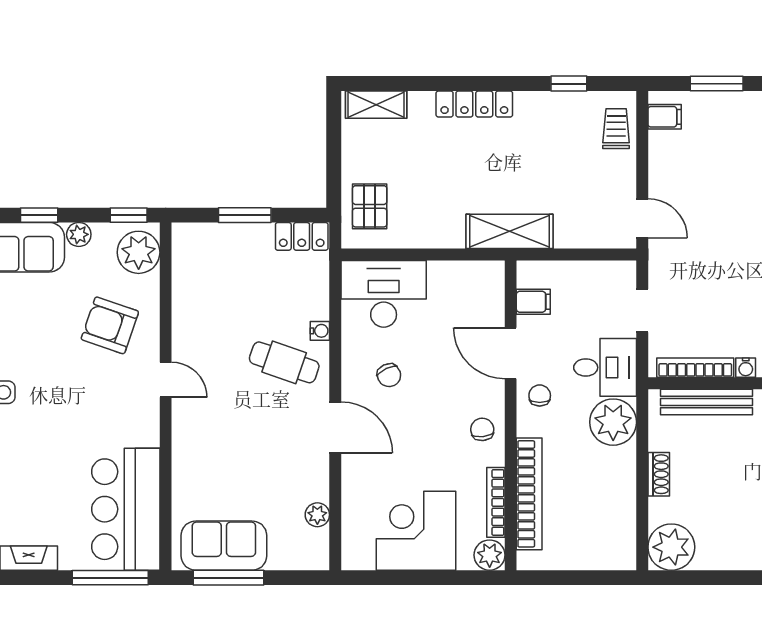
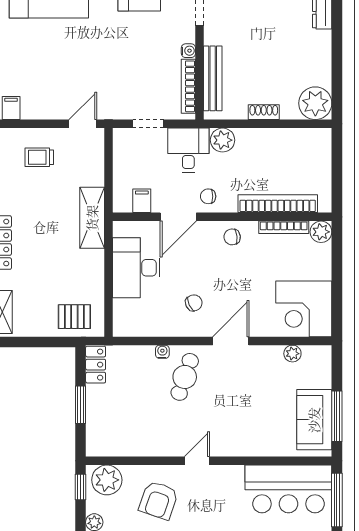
trolley: (616, 129) -> (39, 157), moved
desk: (384, 294) -> (136, 268), moved
plant: (613, 422) -> (223, 140), width x0.73, depth x0.73
corner desk: (416, 531) -> (304, 309), moved

